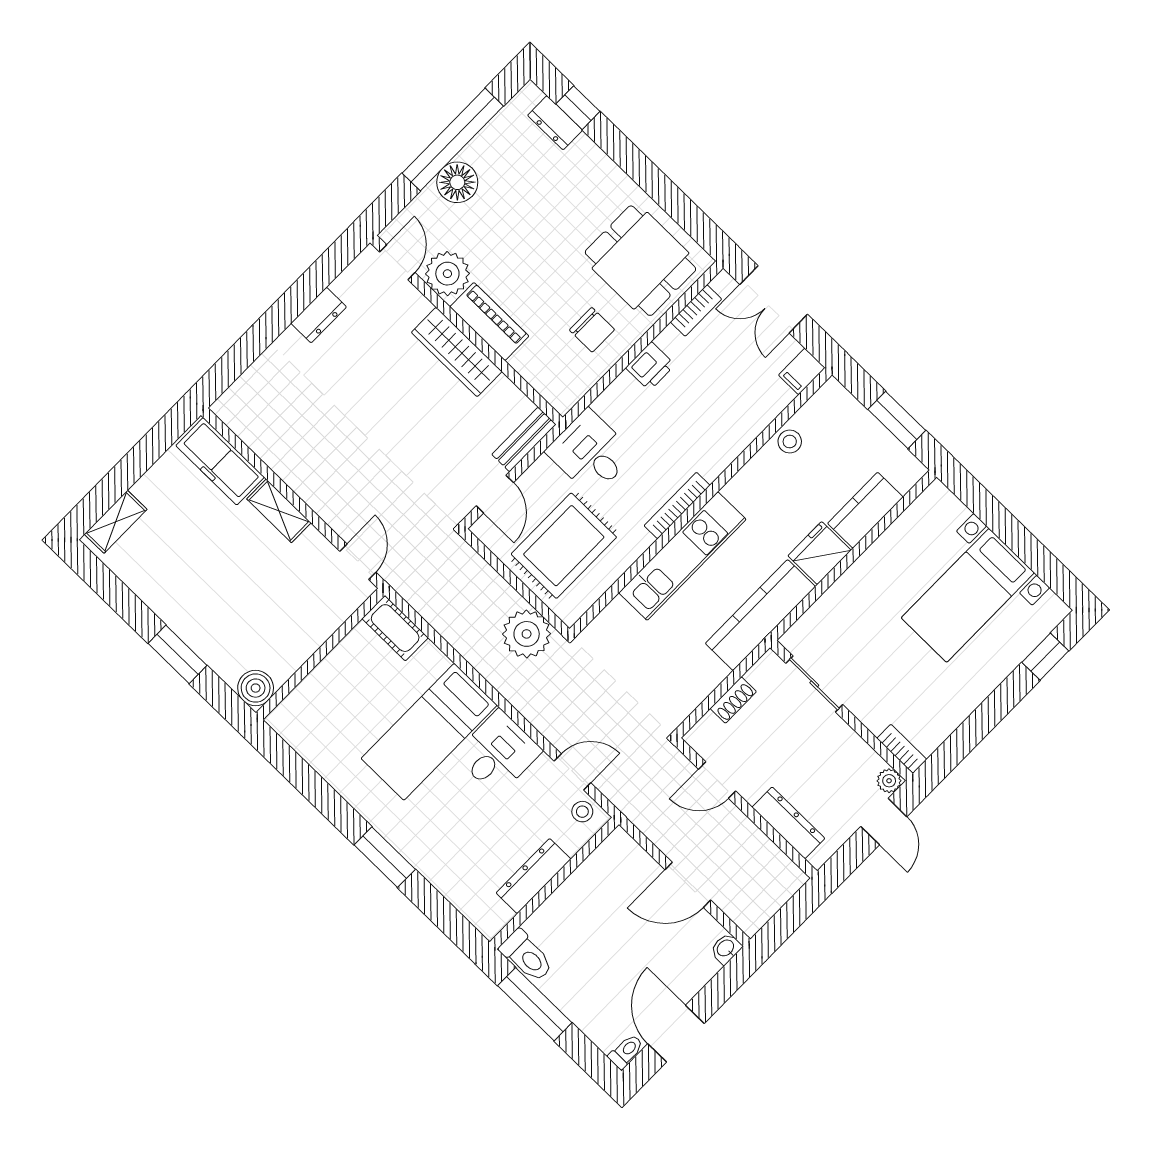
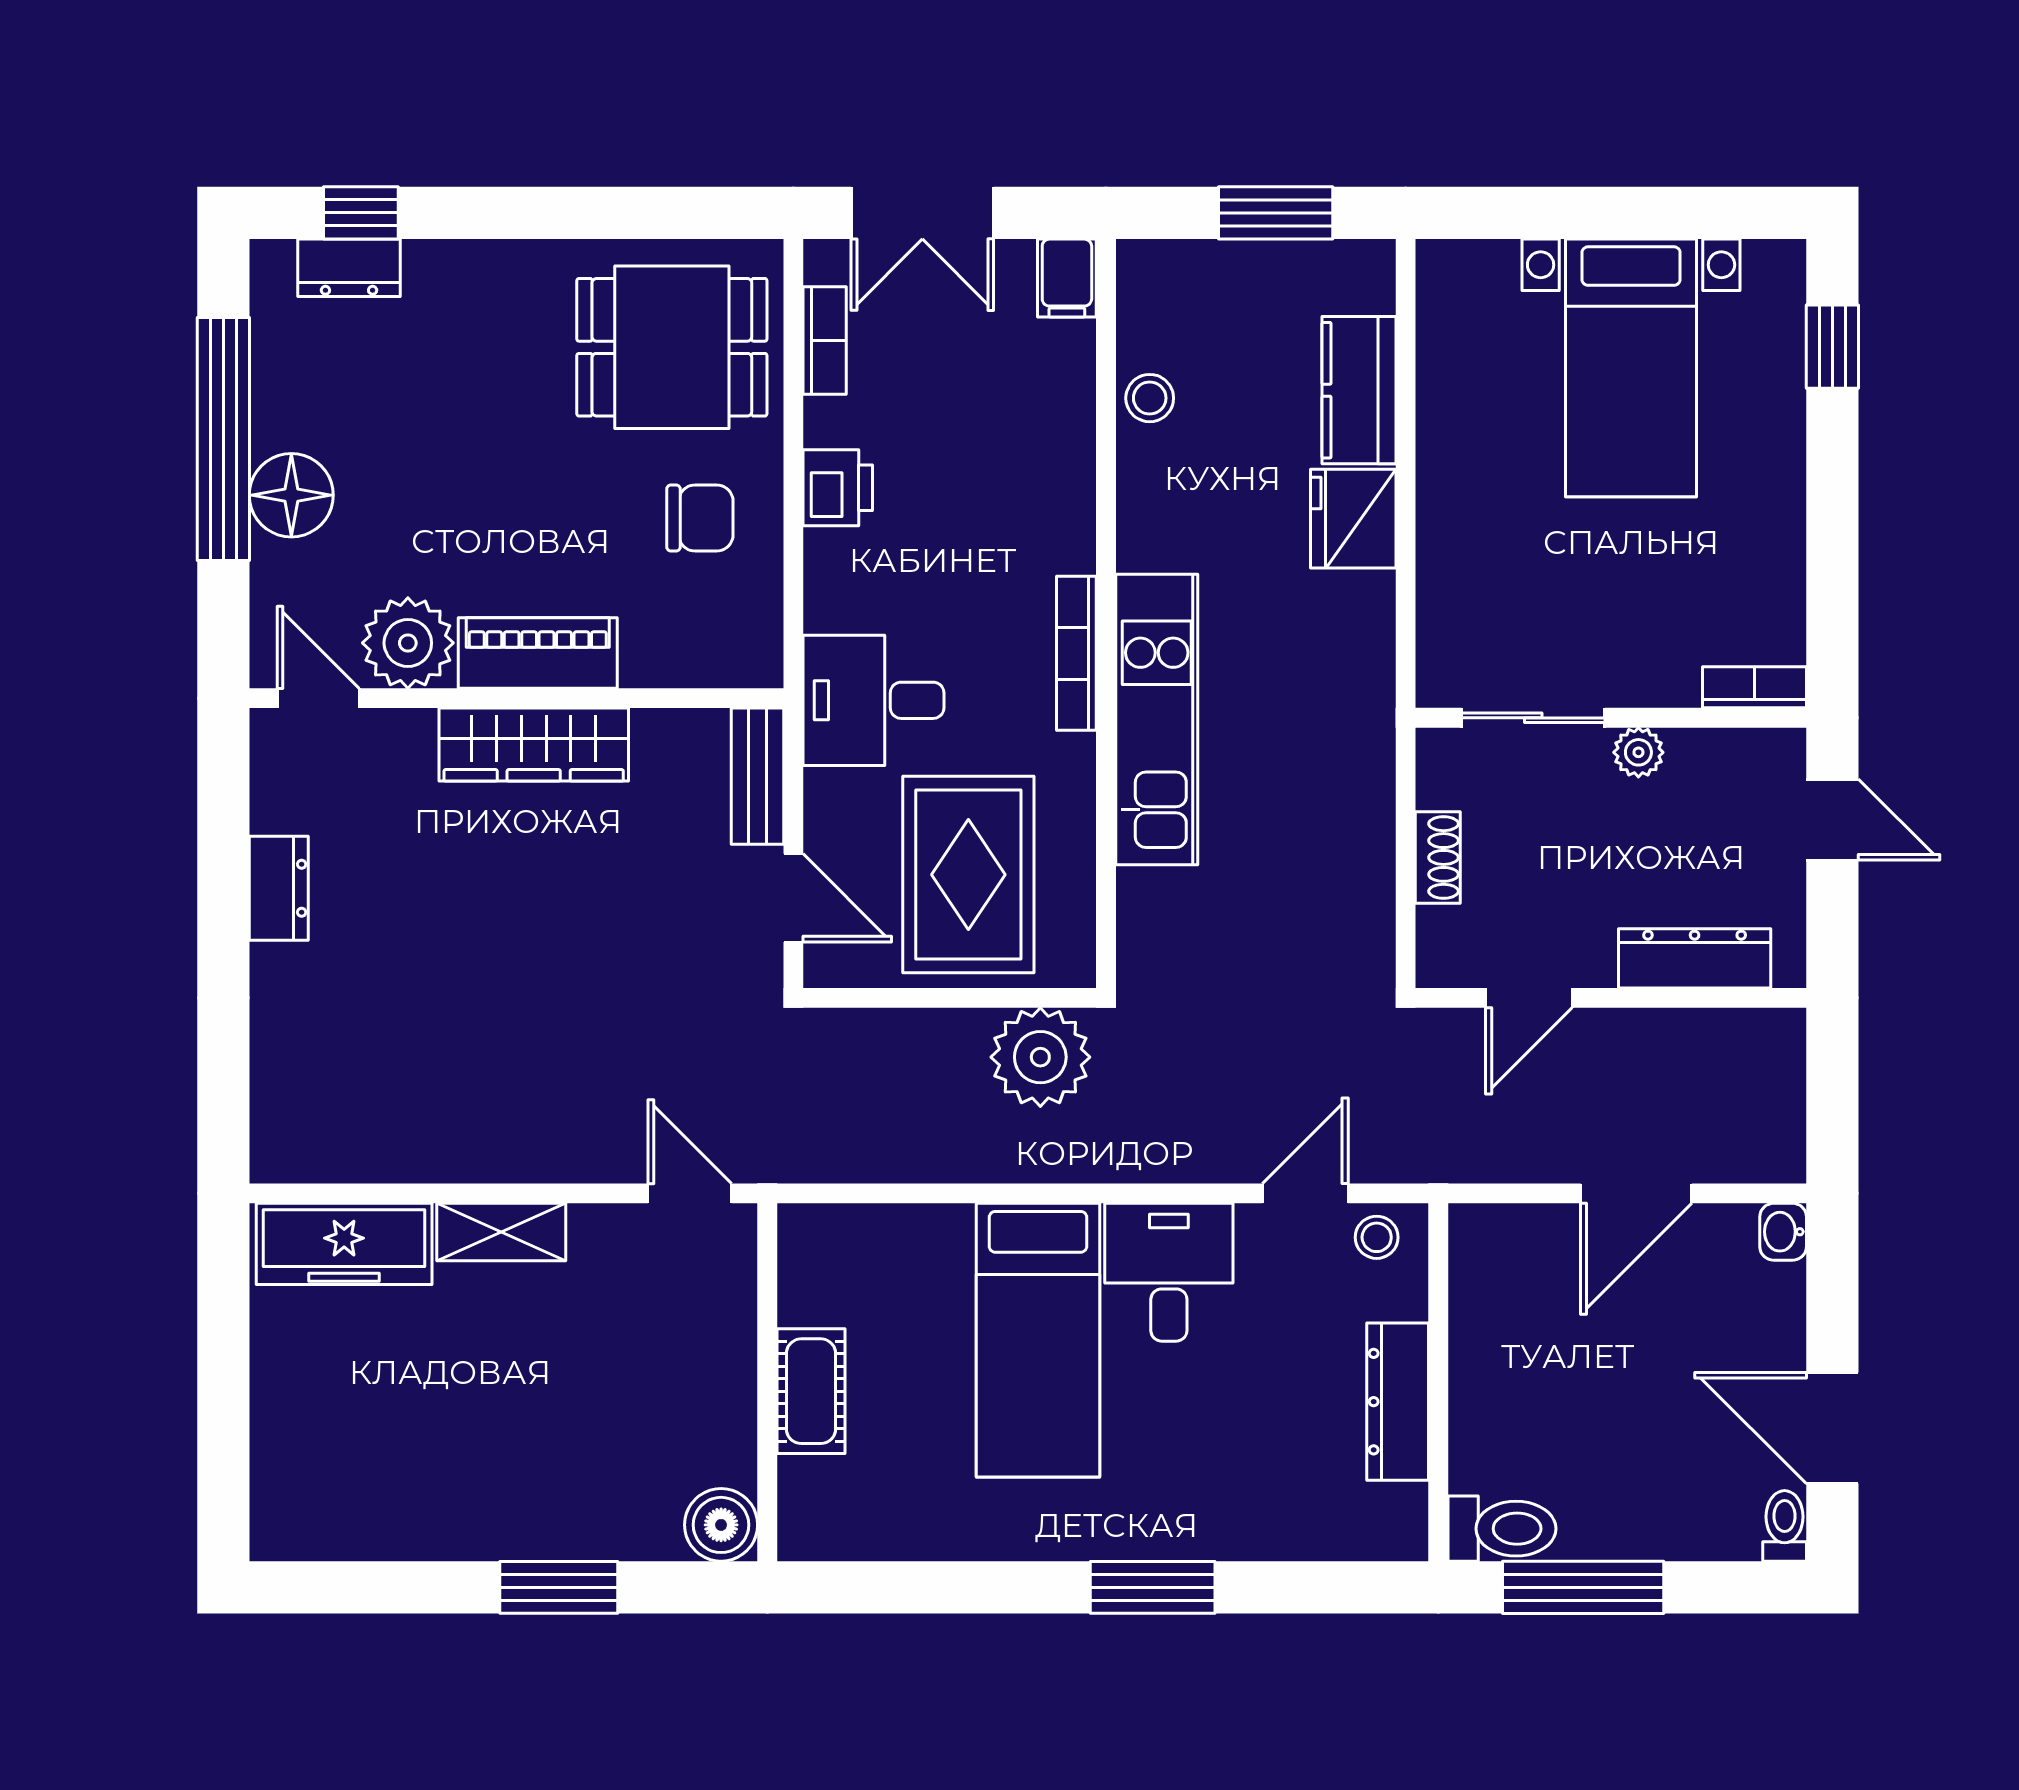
shelving: (116, 522) -> (278, 1482), removed
kitchen counter: (760, 615) -> (1356, 694), removed
cot: (395, 628) -> (811, 1391), moved, turned 90
plant: (889, 781) -> (1638, 752), moved

